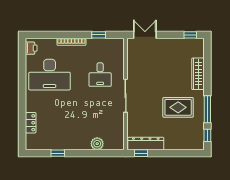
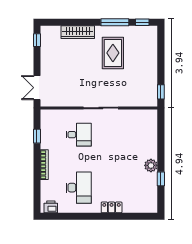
desk: (50, 75) -> (79, 188), width x0.73, depth x0.77
locker: (31, 123) -> (112, 207), moved
plant: (97, 144) -> (151, 165), moved
dresser: (146, 144) -> (151, 87), removed

